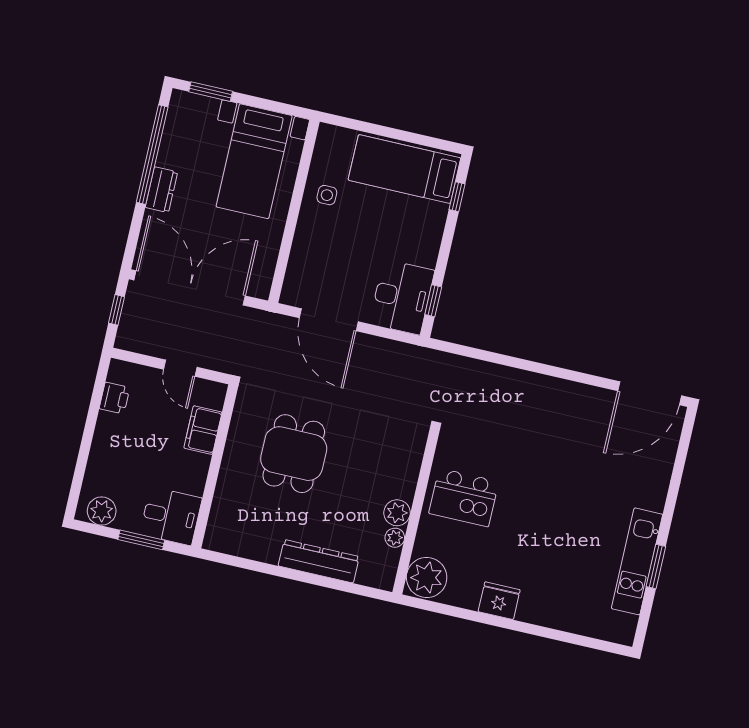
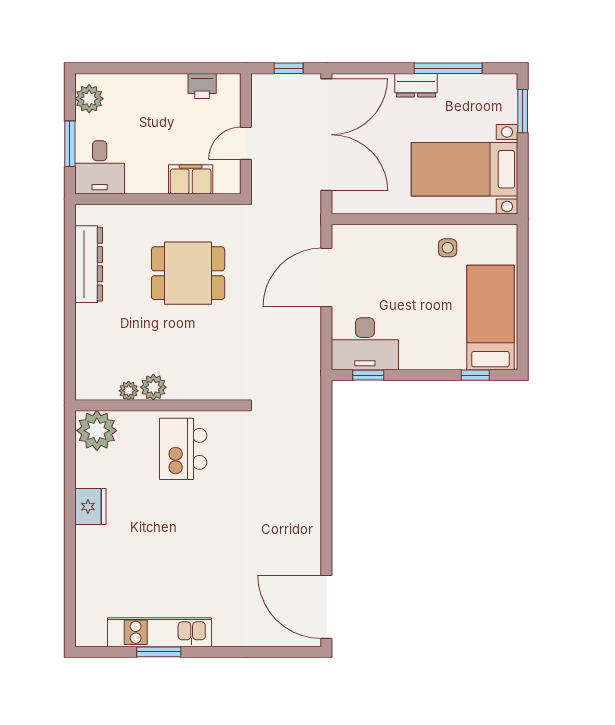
window: (152, 155) -> (448, 68), width x0.68
dresser: (319, 561) -> (89, 264), moved

